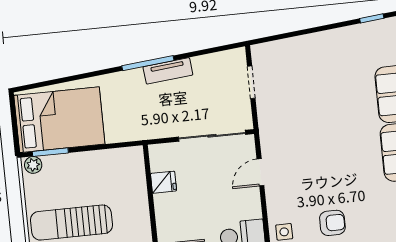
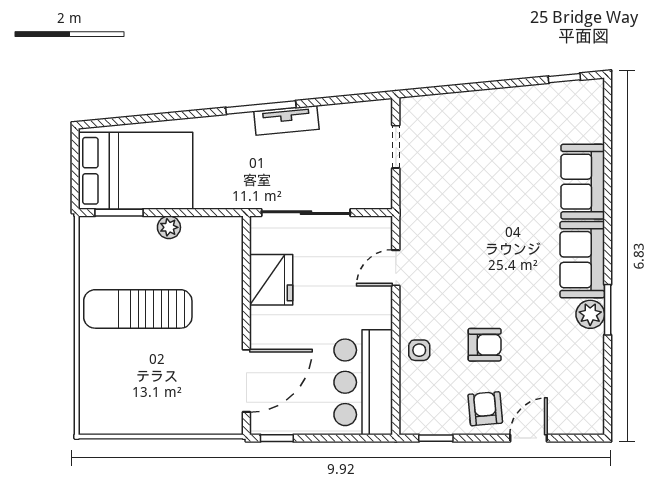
sliding door: (212, 136) -> (306, 213), moved
plant: (33, 165) -> (169, 227), moved
fridge: (164, 182) -> (271, 280), width x1.88, depth x1.34

